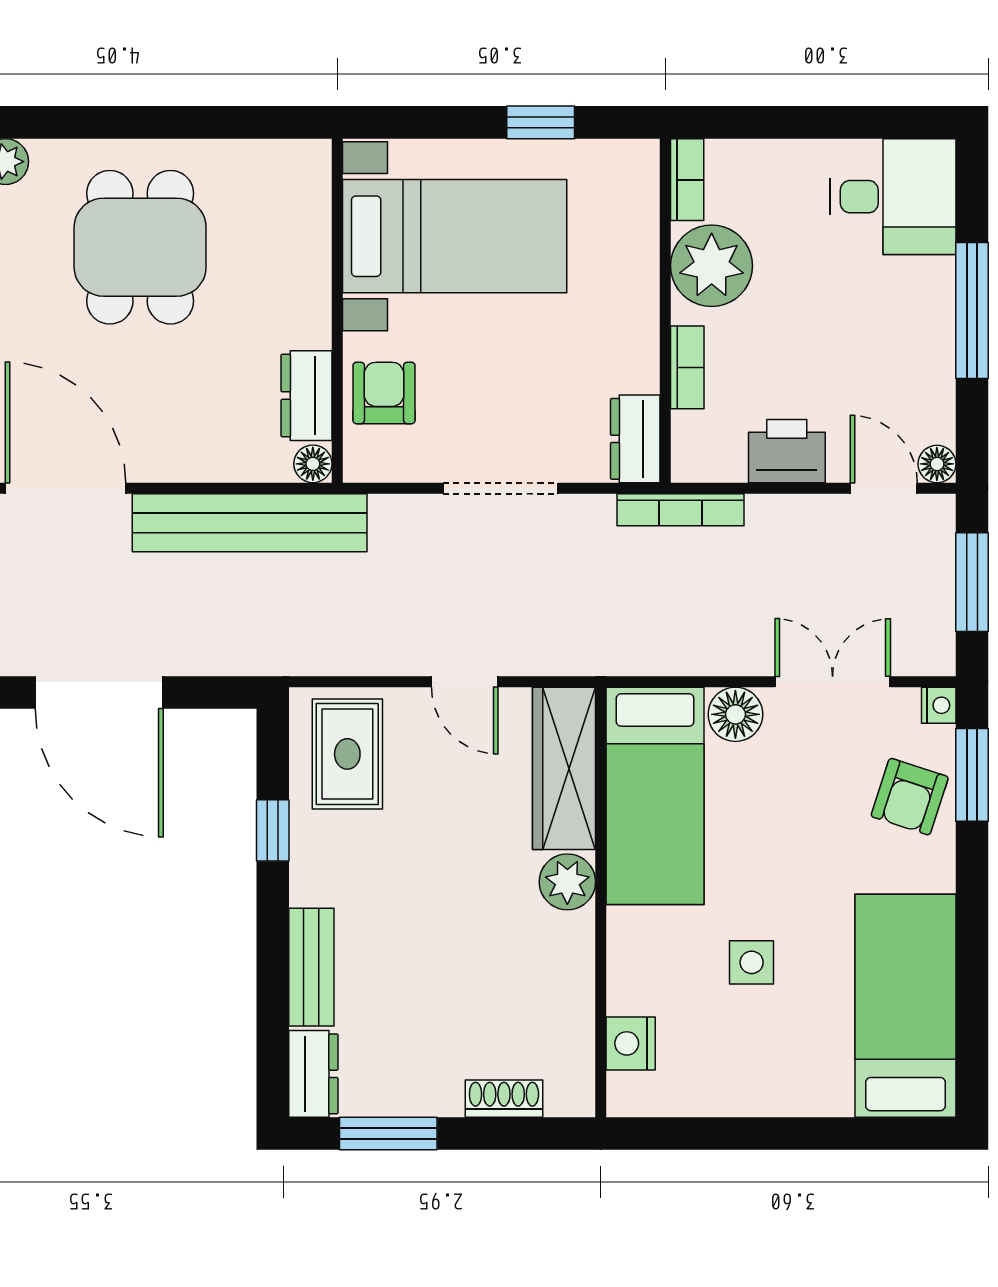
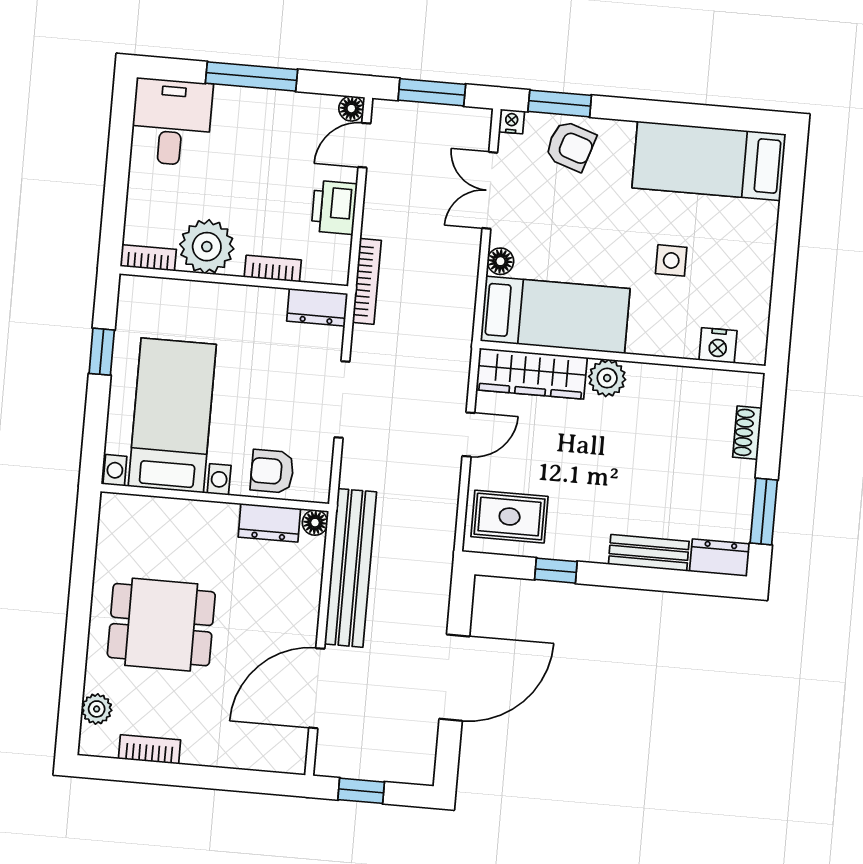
floor lamp: (735, 714) -> (500, 261), width x0.73, depth x0.73

